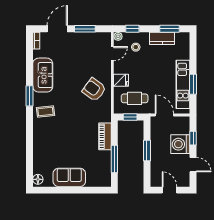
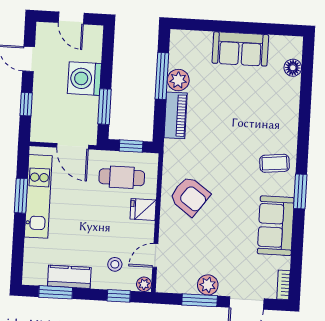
plant: (81, 38) -> (208, 285), added
washing machine: (180, 144) -> (84, 79), moved, turned 180
window: (147, 150) -> (105, 107), moved
plant: (105, 157) -> (178, 80), added
floor lamp: (38, 179) -> (293, 68), moved

